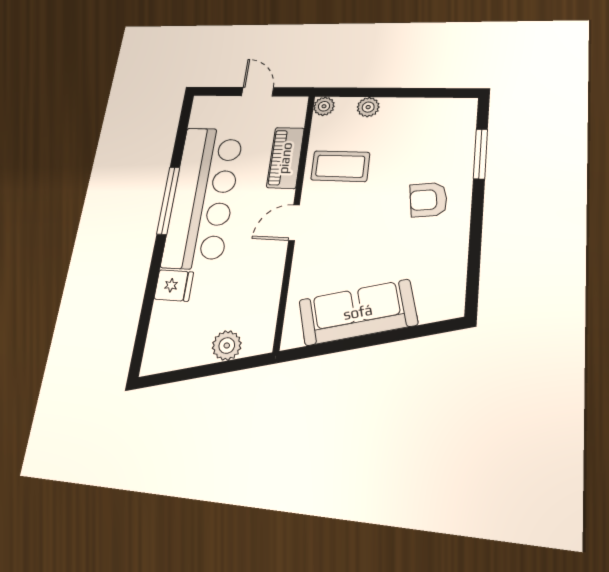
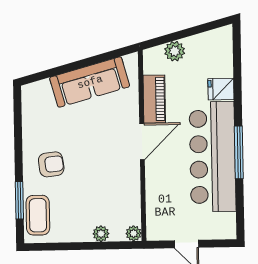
piano: (285, 158) -> (154, 99), moved
coffee table: (340, 166) -> (38, 215), moved, turned 90
door: (294, 223) -> (142, 142), width x1.38

